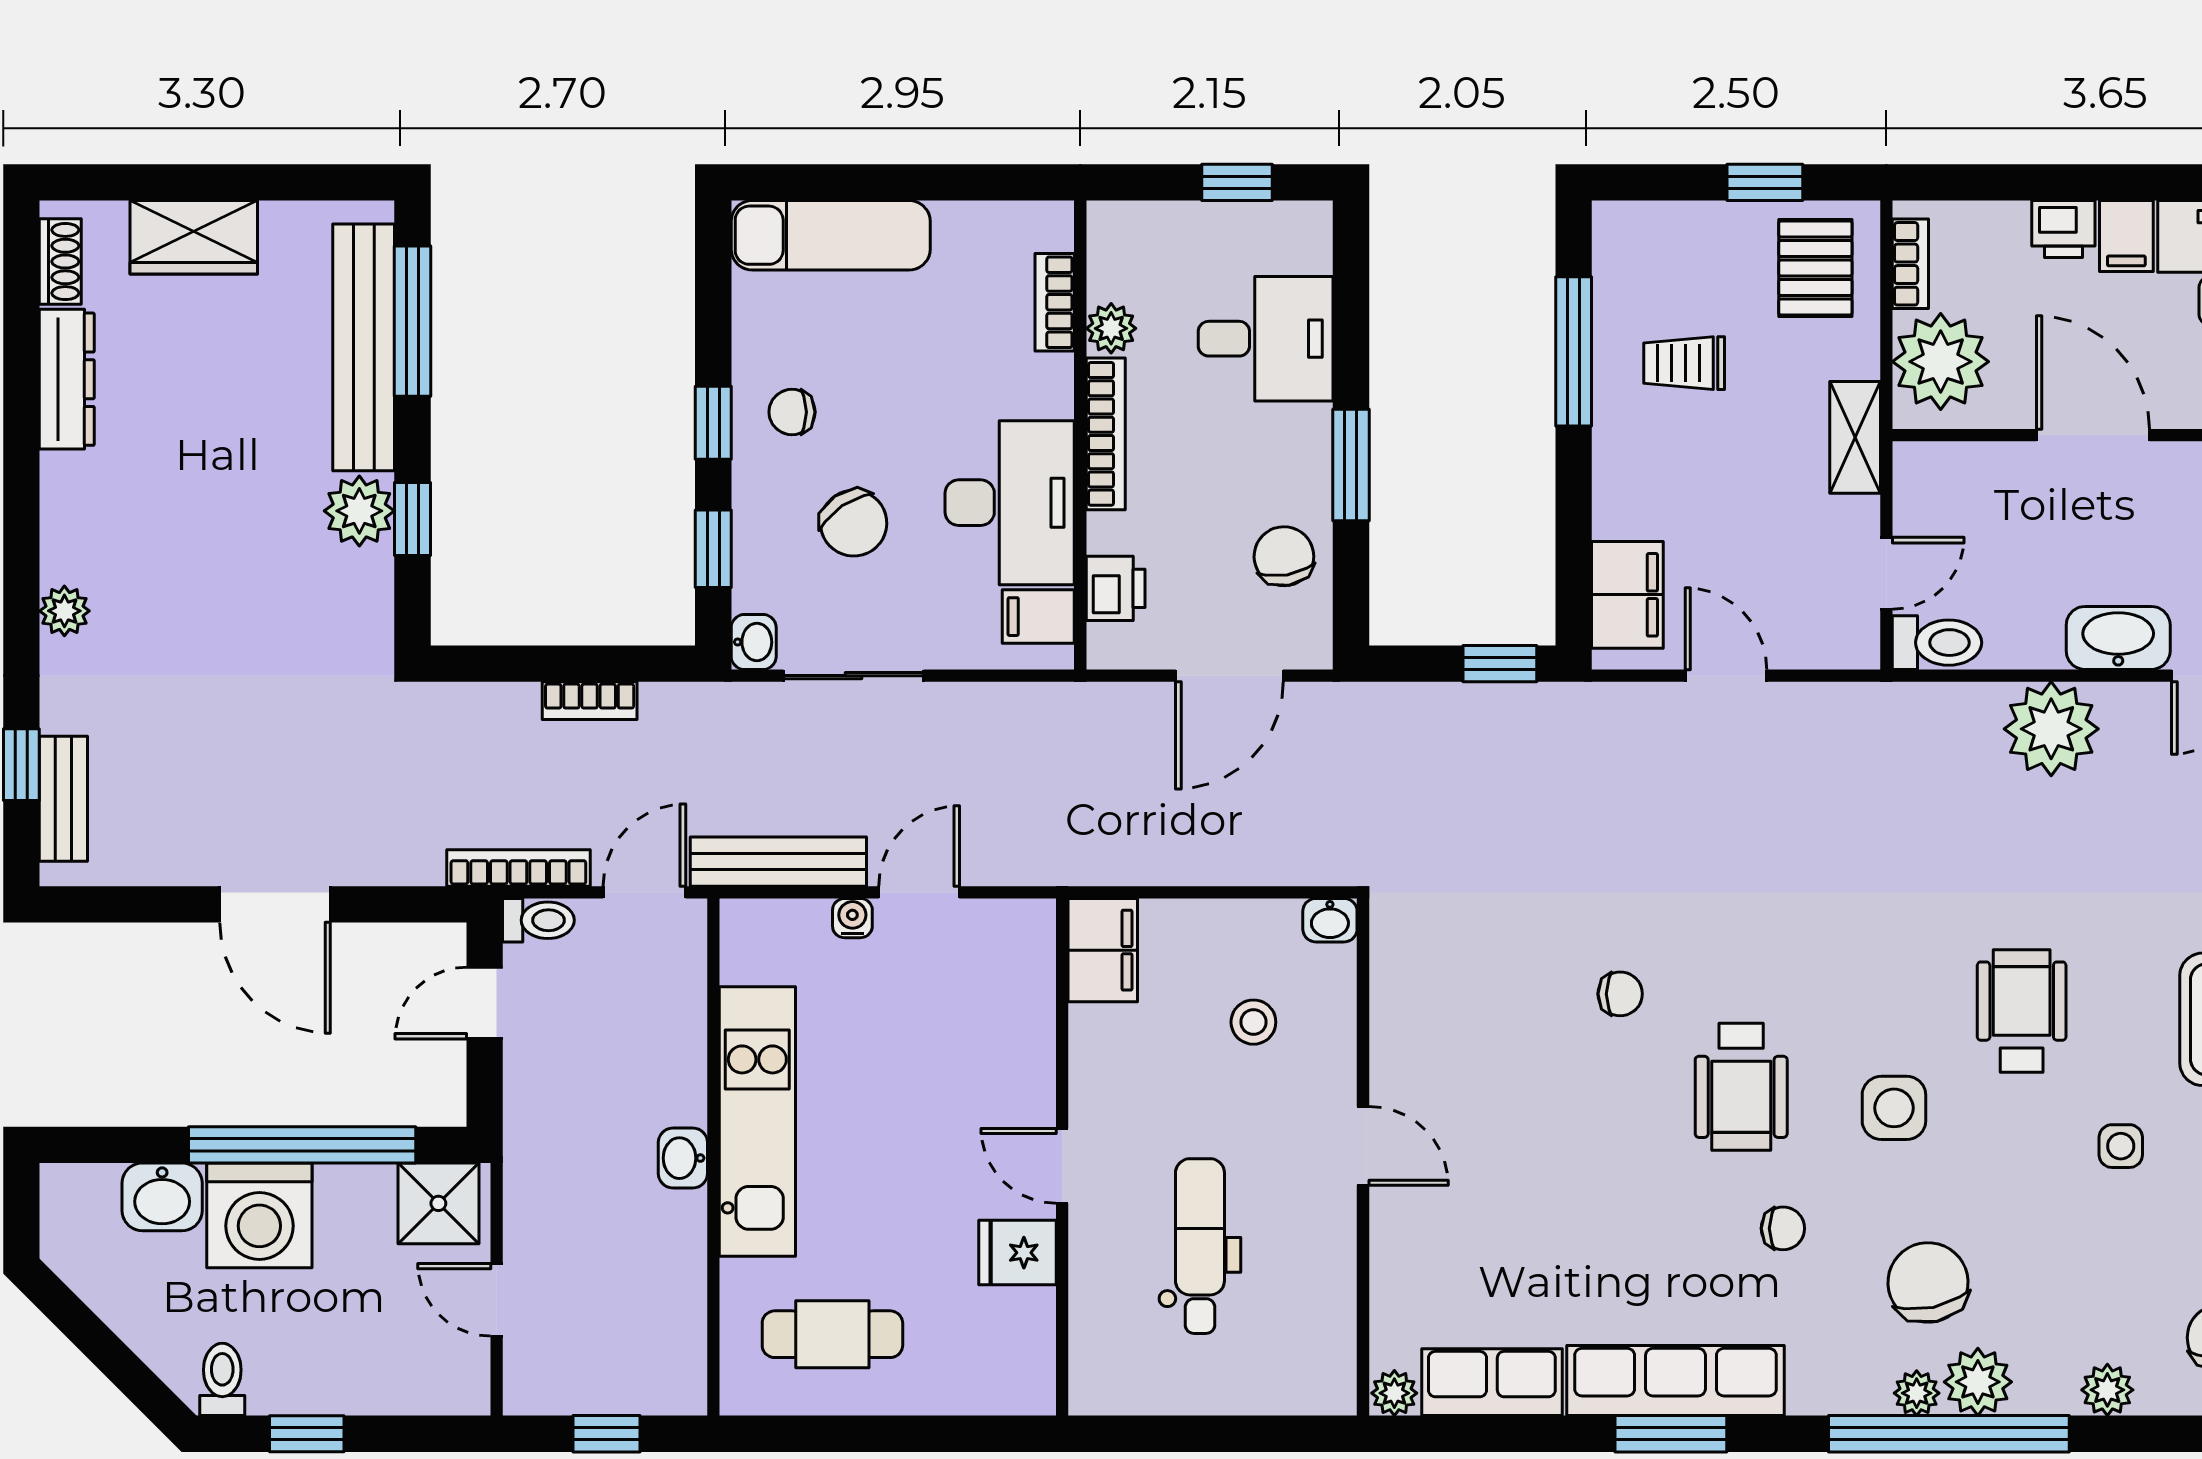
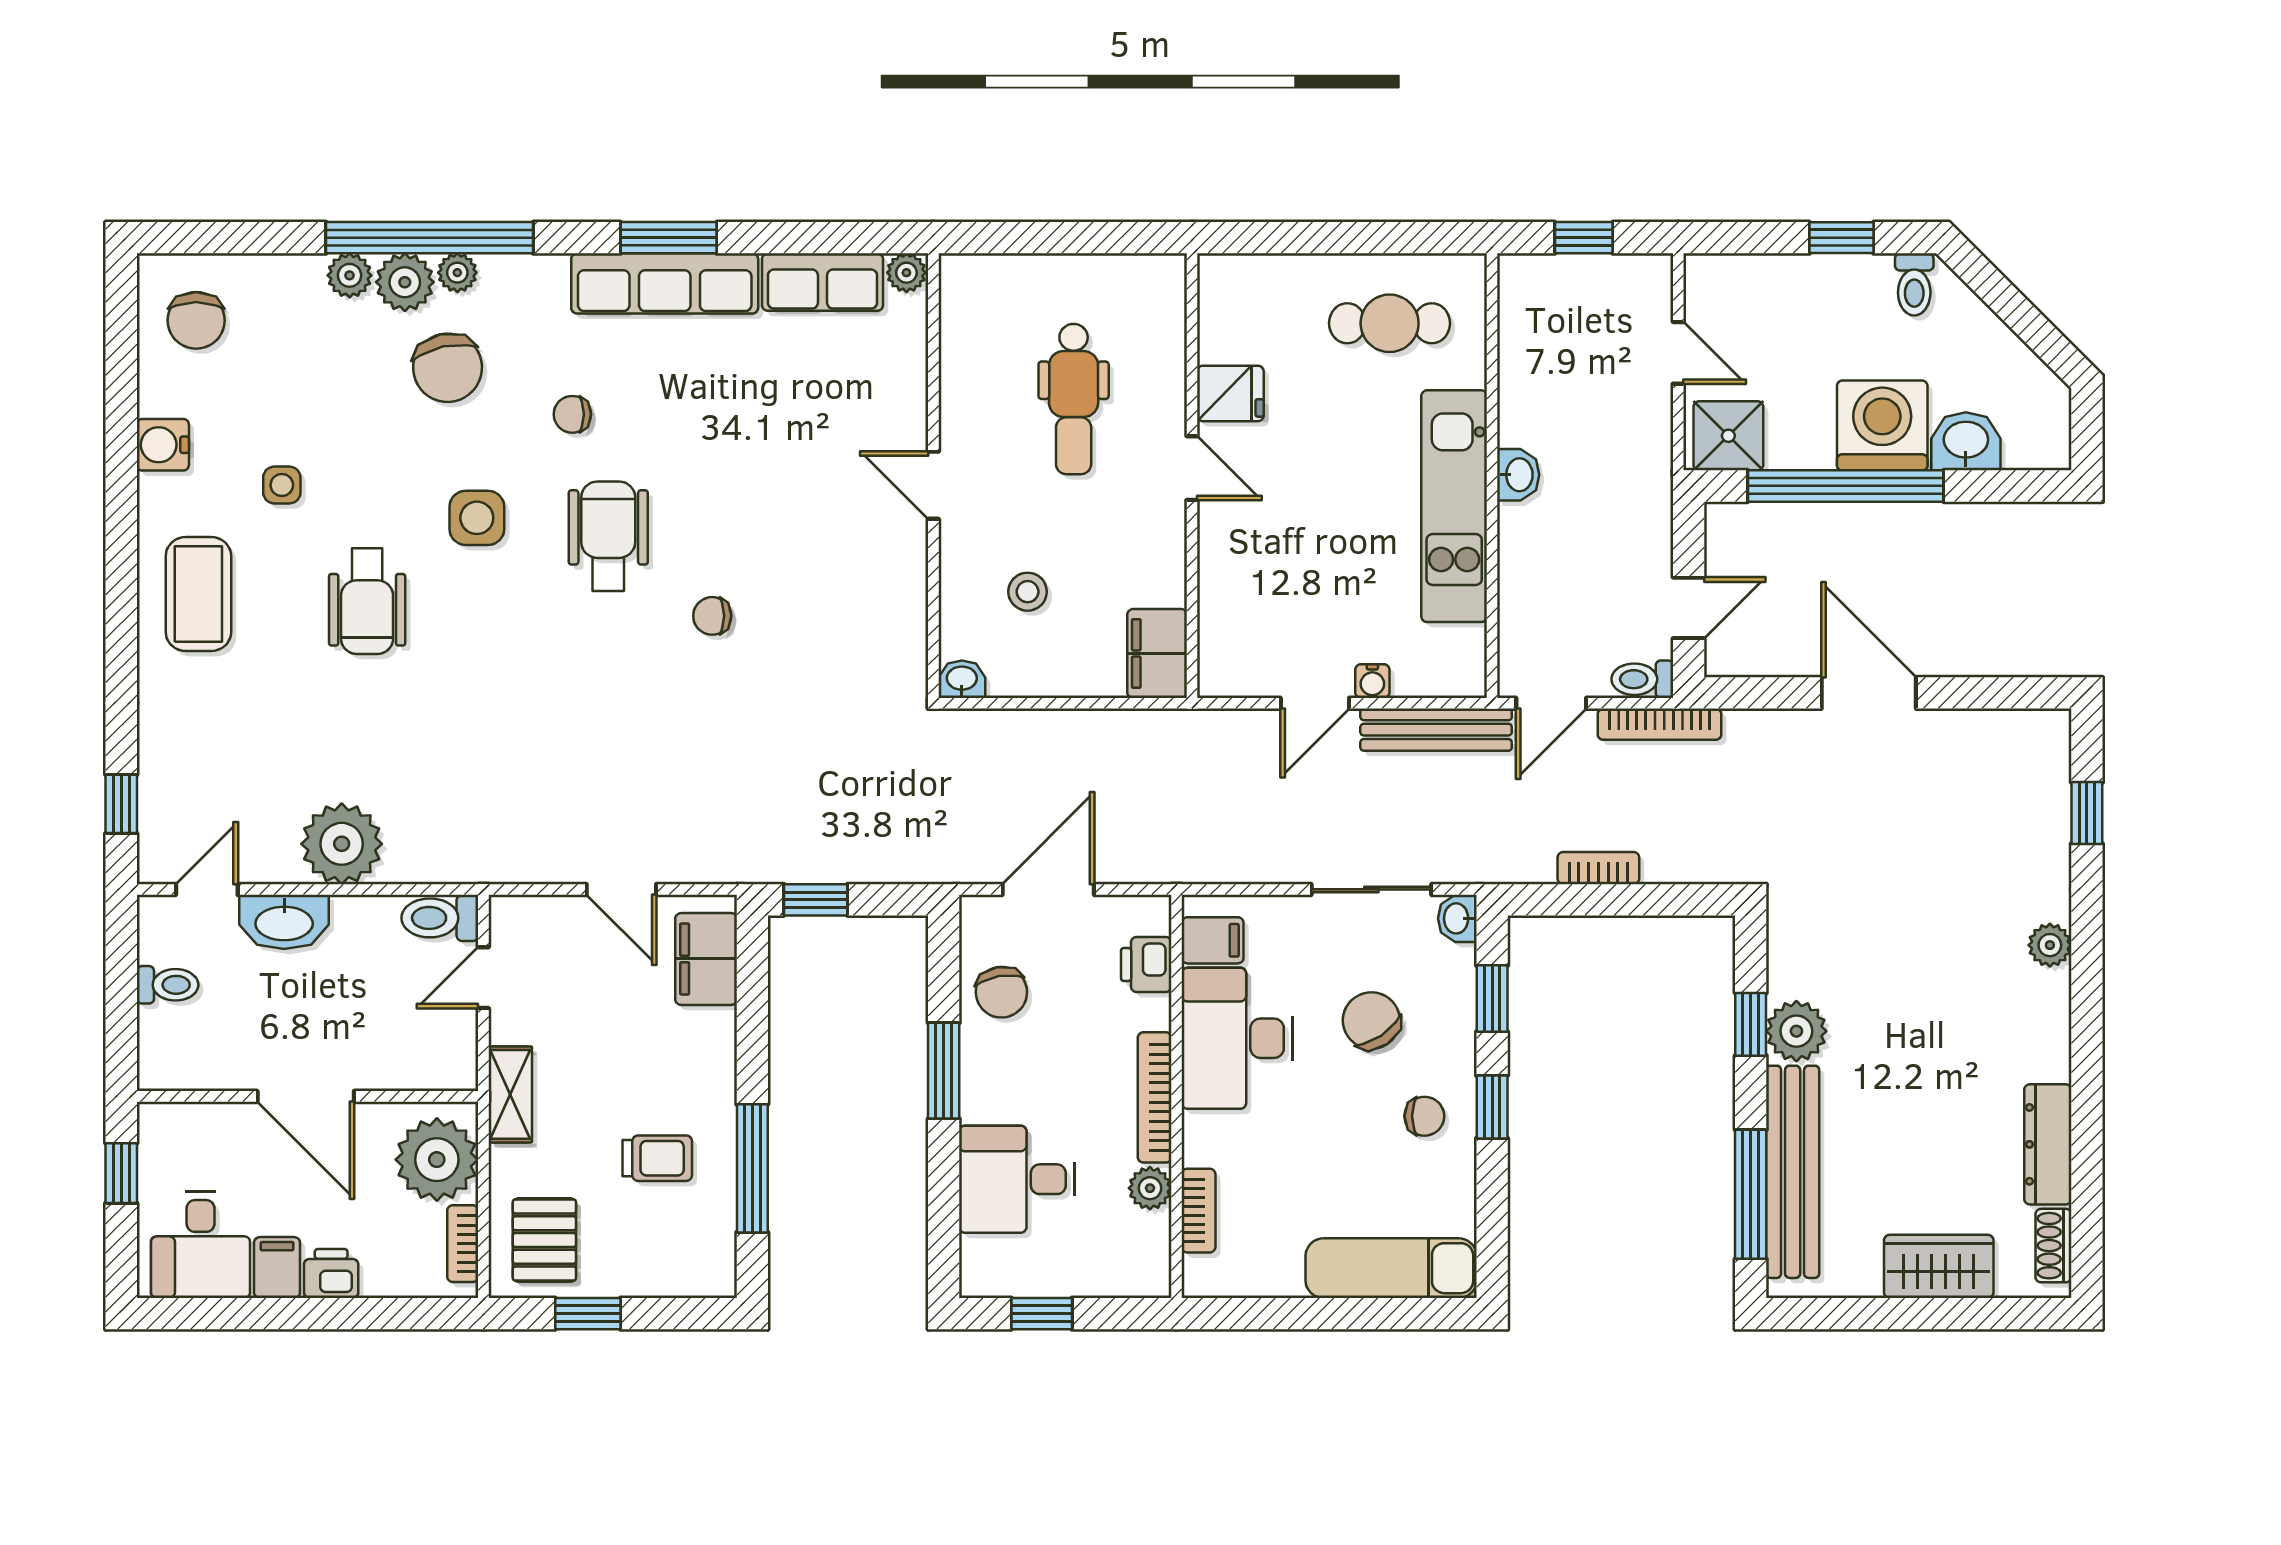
bench: (63, 799) -> (2051, 784), removed
plant: (2107, 1390) -> (350, 275), moved

